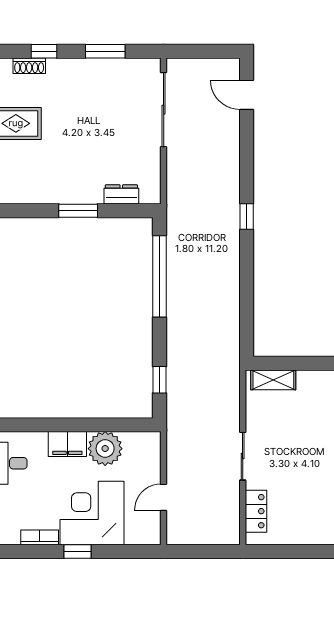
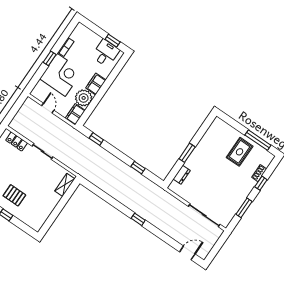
window: (160, 276) -> (138, 168), width x0.32
filing cabinet: (142, 444) -> (75, 114), added

